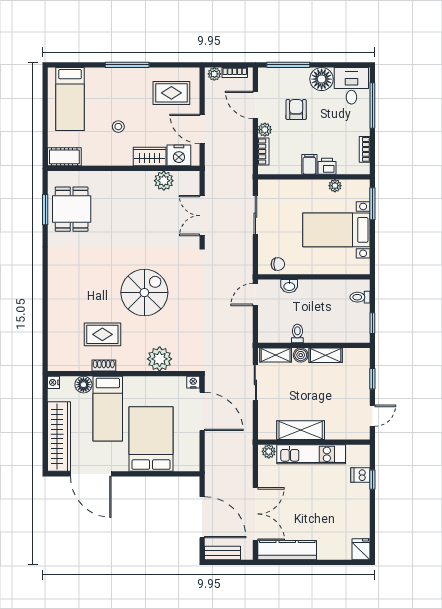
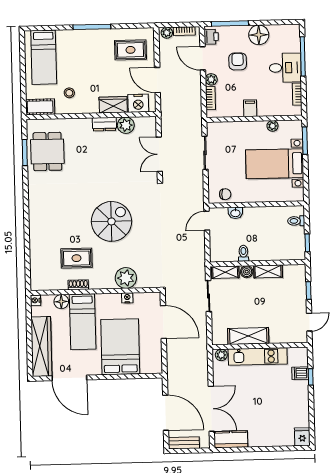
desk: (351, 86) -> (285, 68), moved, turned 90
stool: (118, 127) -> (69, 93), moved
printer: (327, 166) -> (211, 37), moved, turned 90
dresser: (139, 179) -> (104, 124), added
nightstand: (193, 382) -> (127, 298), moved
kitchen counter: (287, 550) -> (231, 439), width x0.67

